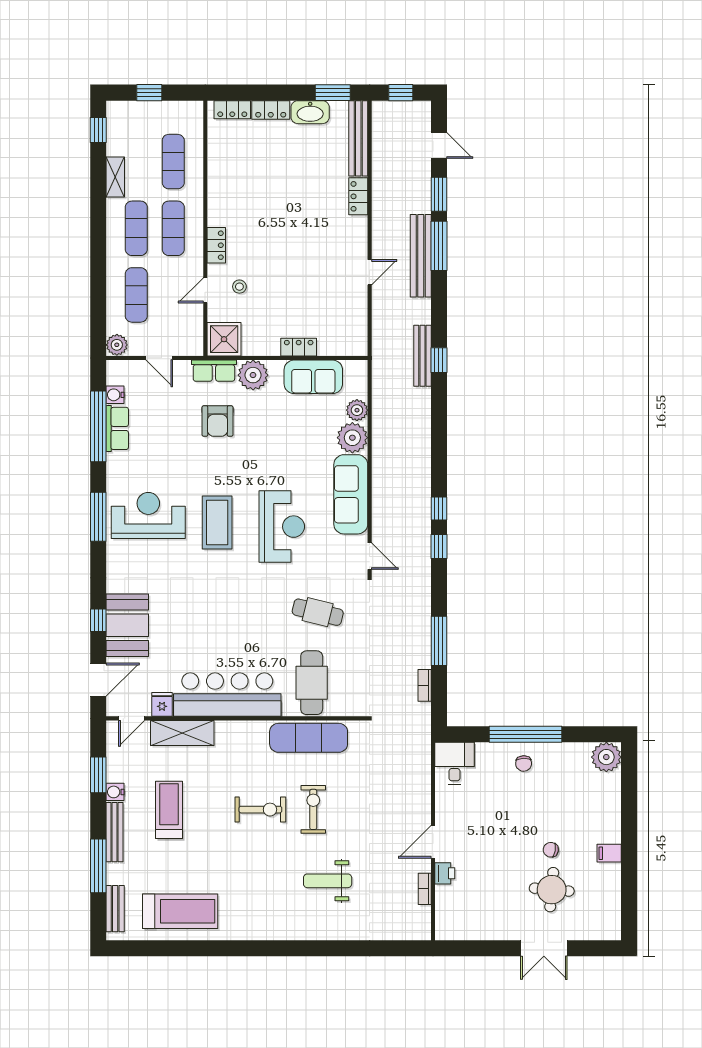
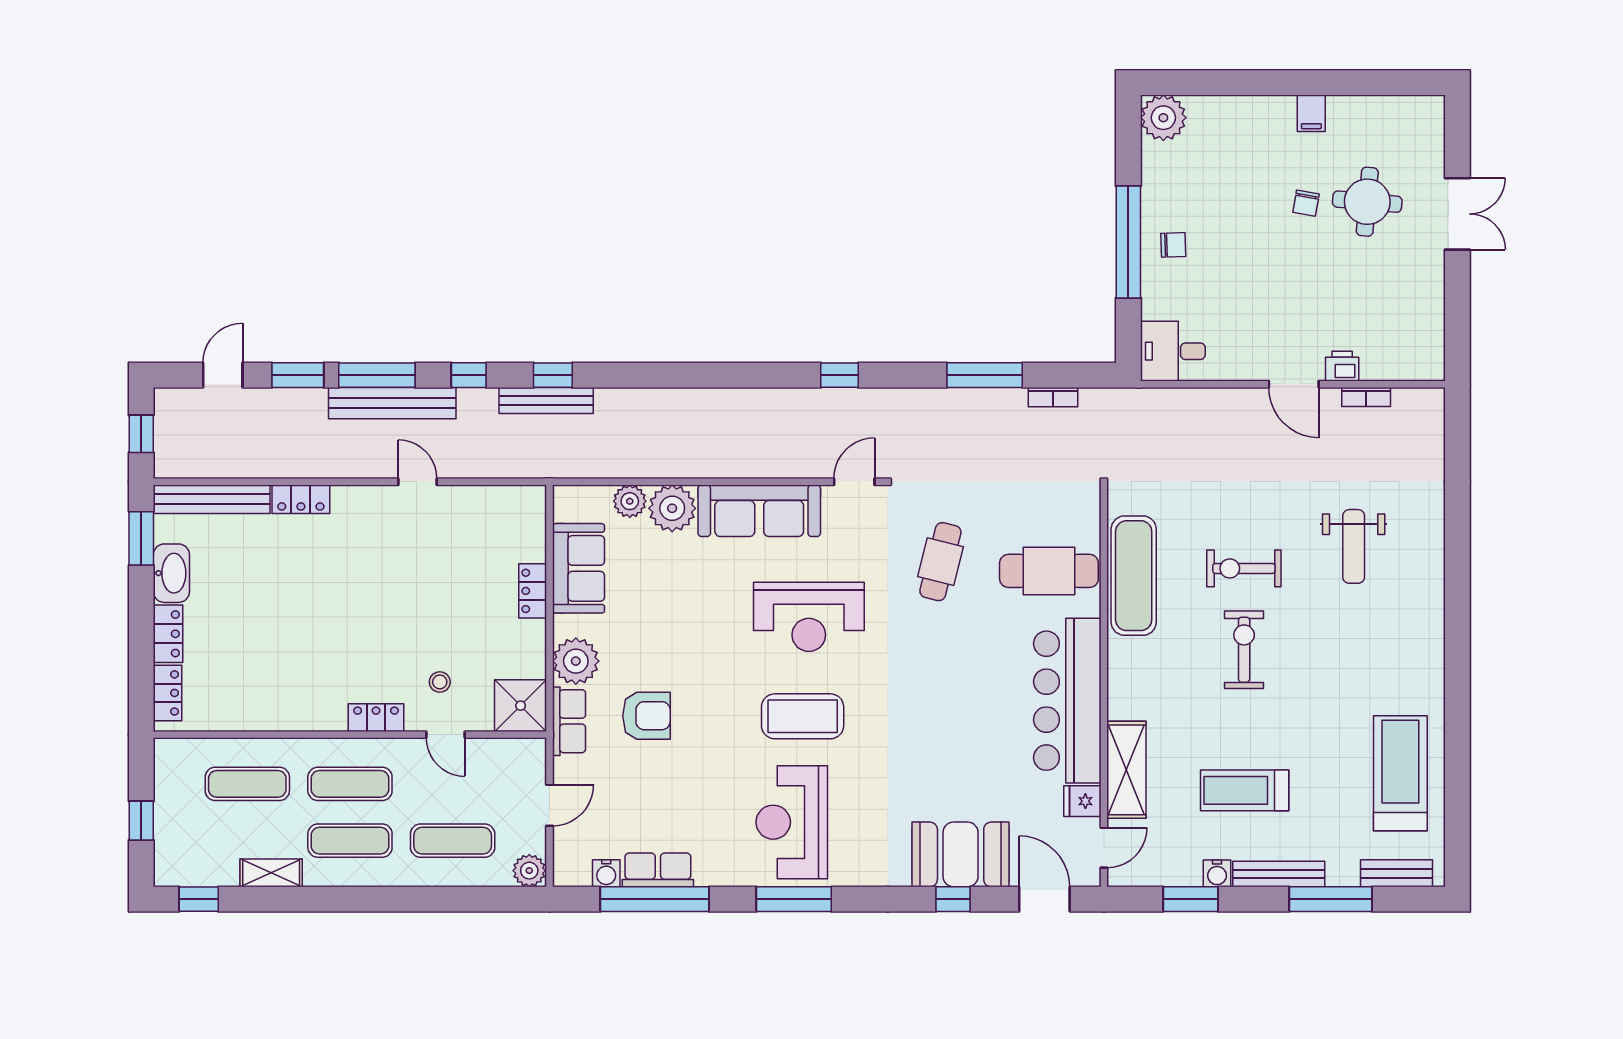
window: (439, 508) -> (469, 375), moved
reception desk: (282, 527) -> (809, 617), turned 180
door: (132, 718) -> (1104, 848), hinge flipped

